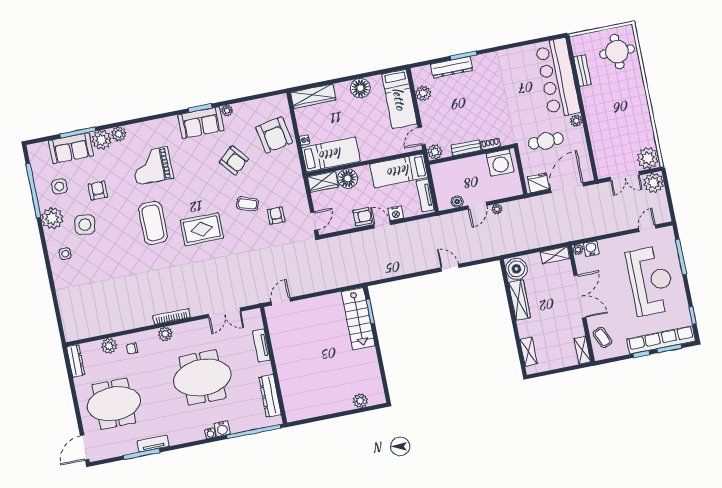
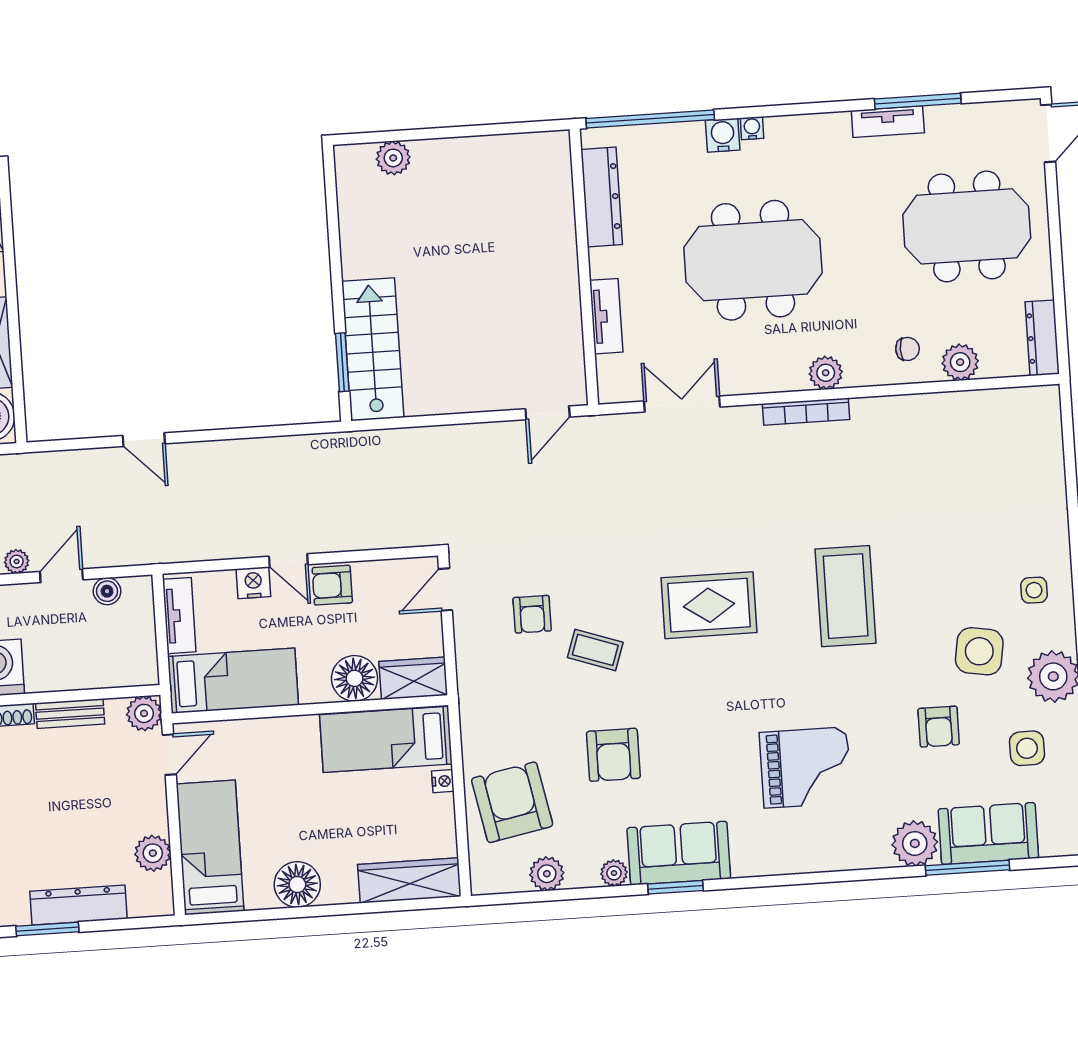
plant: (119, 134) -> (547, 874), moved
armchair: (234, 161) -> (613, 755), turned -140
coffee table: (153, 223) -> (846, 596), moved

